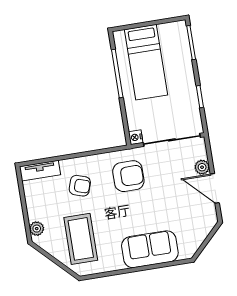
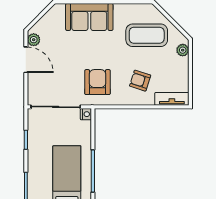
plant: (202, 167) -> (34, 40), moved
armchair: (128, 176) -> (97, 82), turned 90
coffee table: (81, 239) -> (147, 35), turned 90

